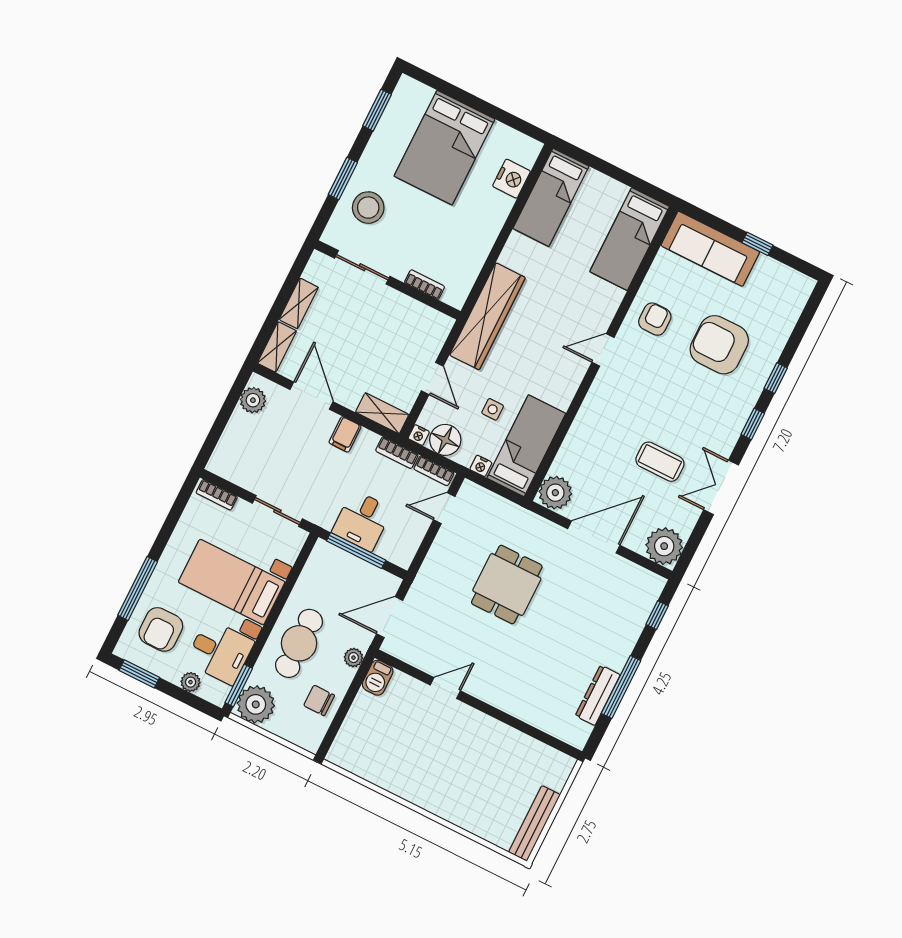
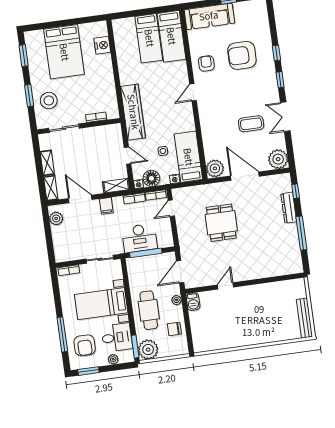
bed: (551, 197) -> (149, 38), moved
desk: (362, 521) -> (139, 238), width x1.37
door: (594, 537) -> (245, 176), hinge flipped
dresser: (598, 695) -> (289, 208), moved

